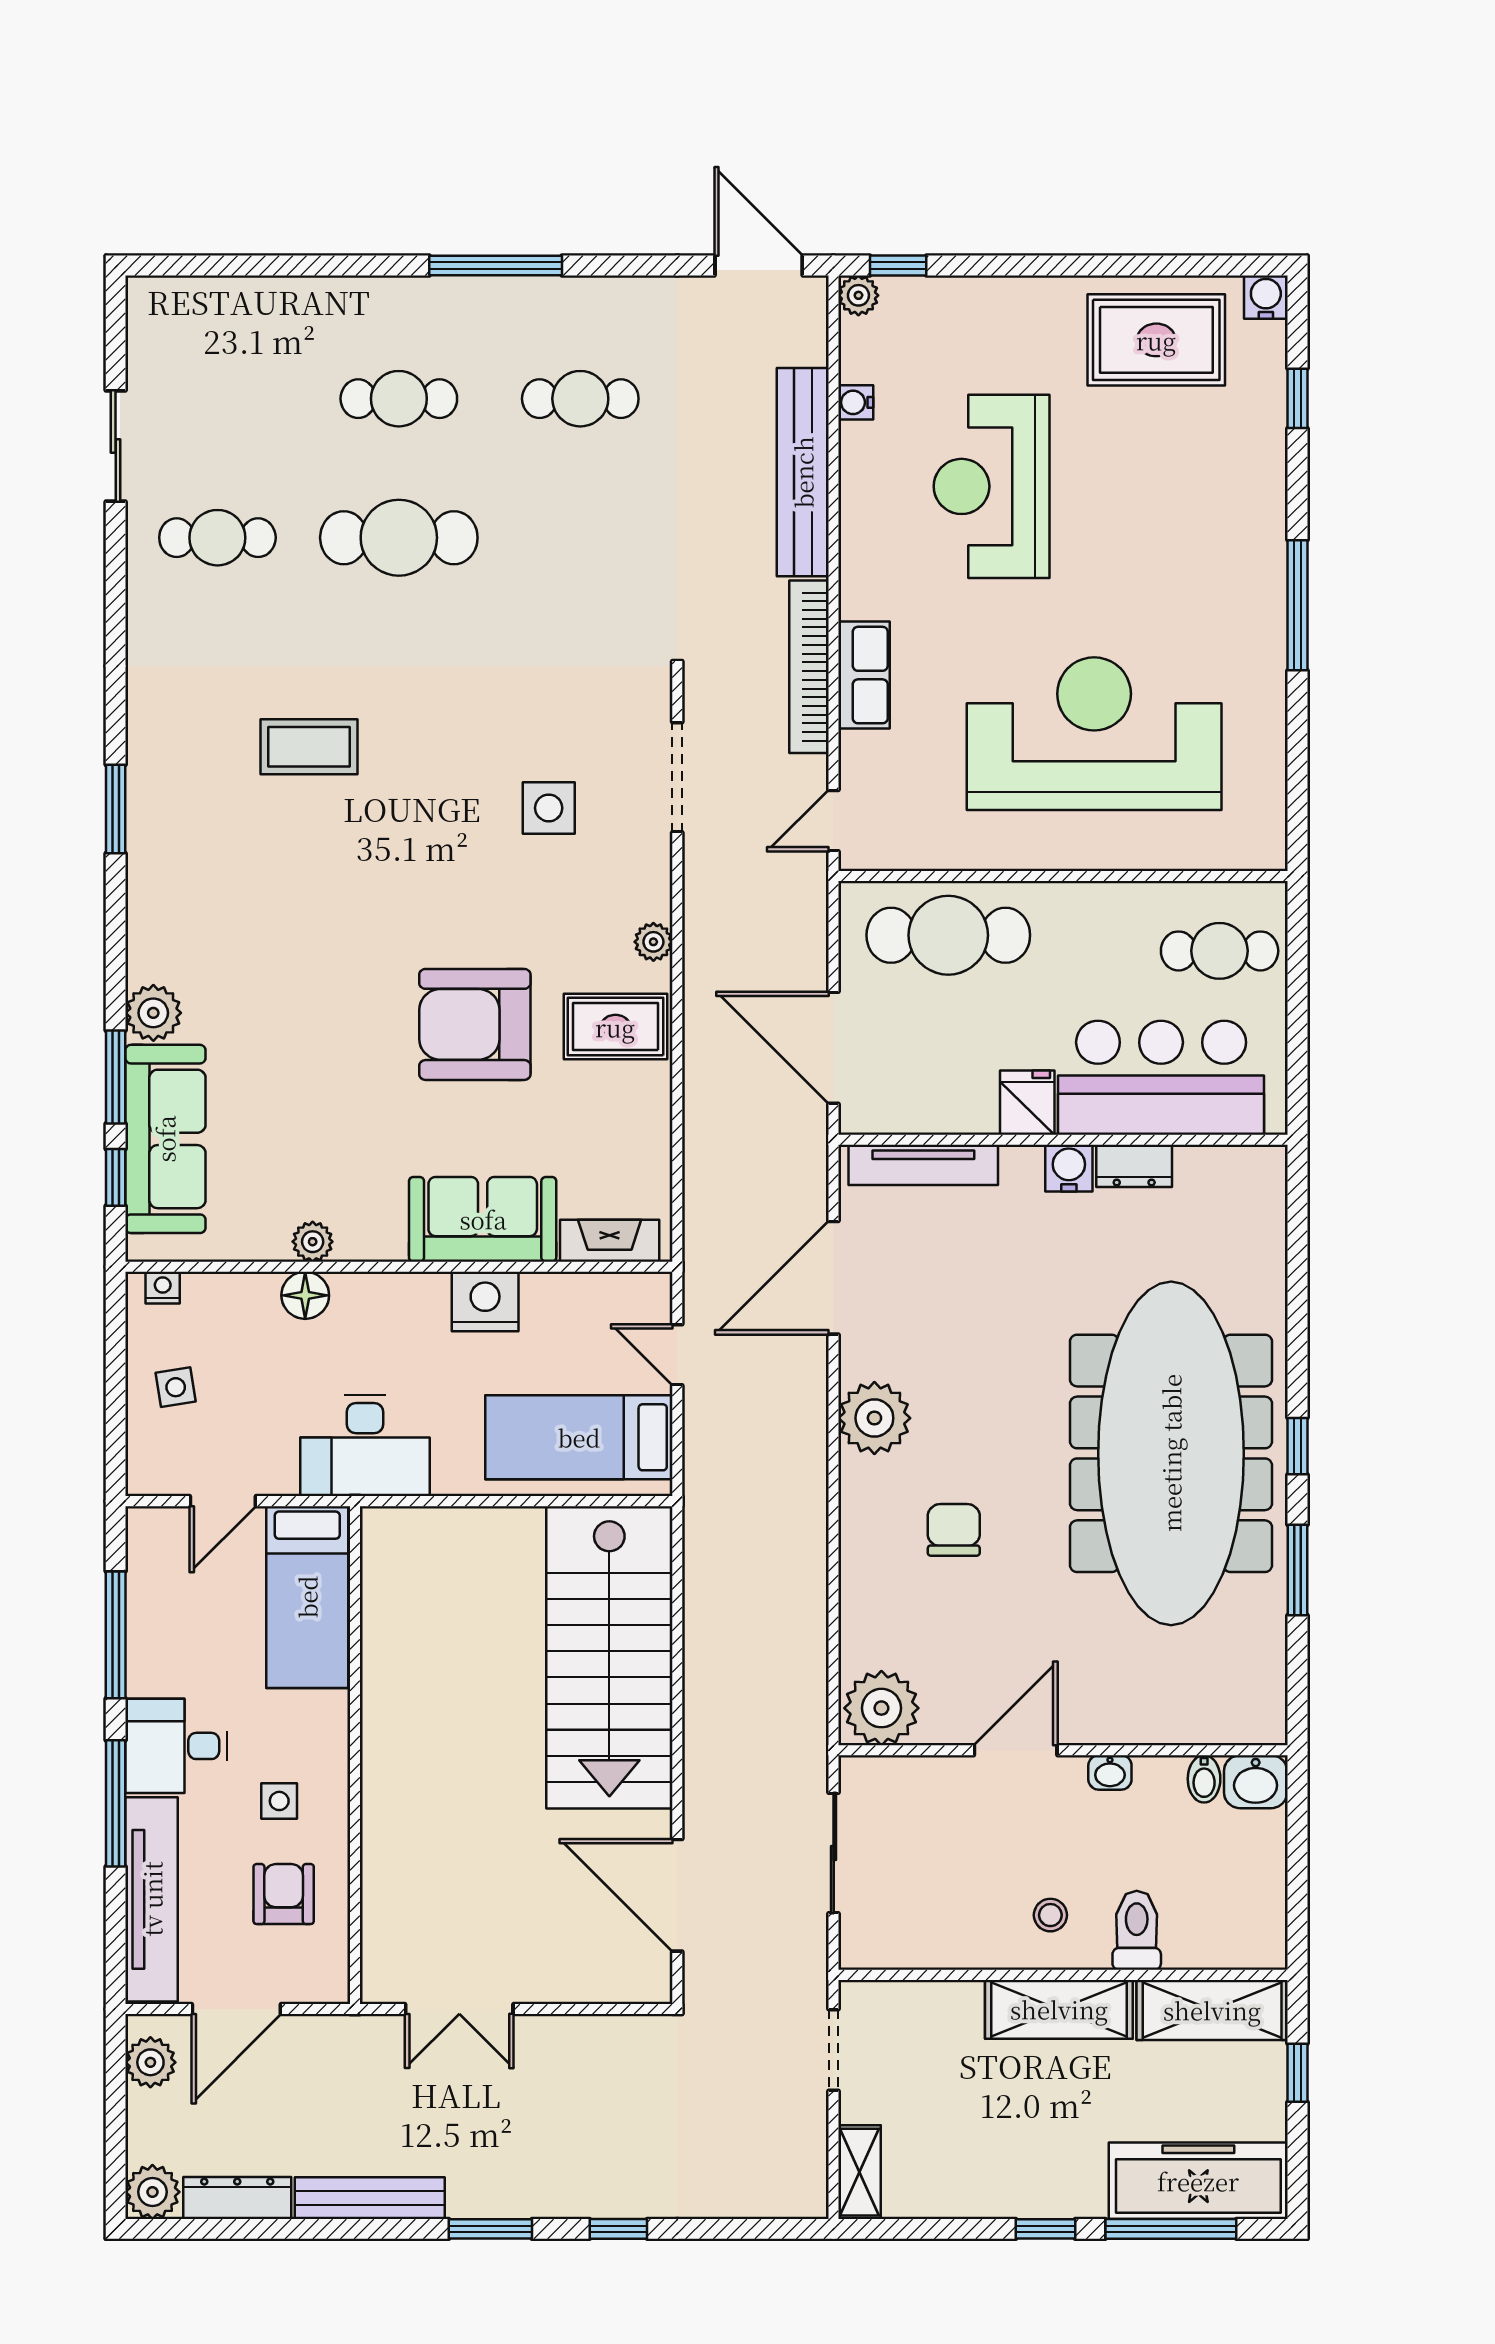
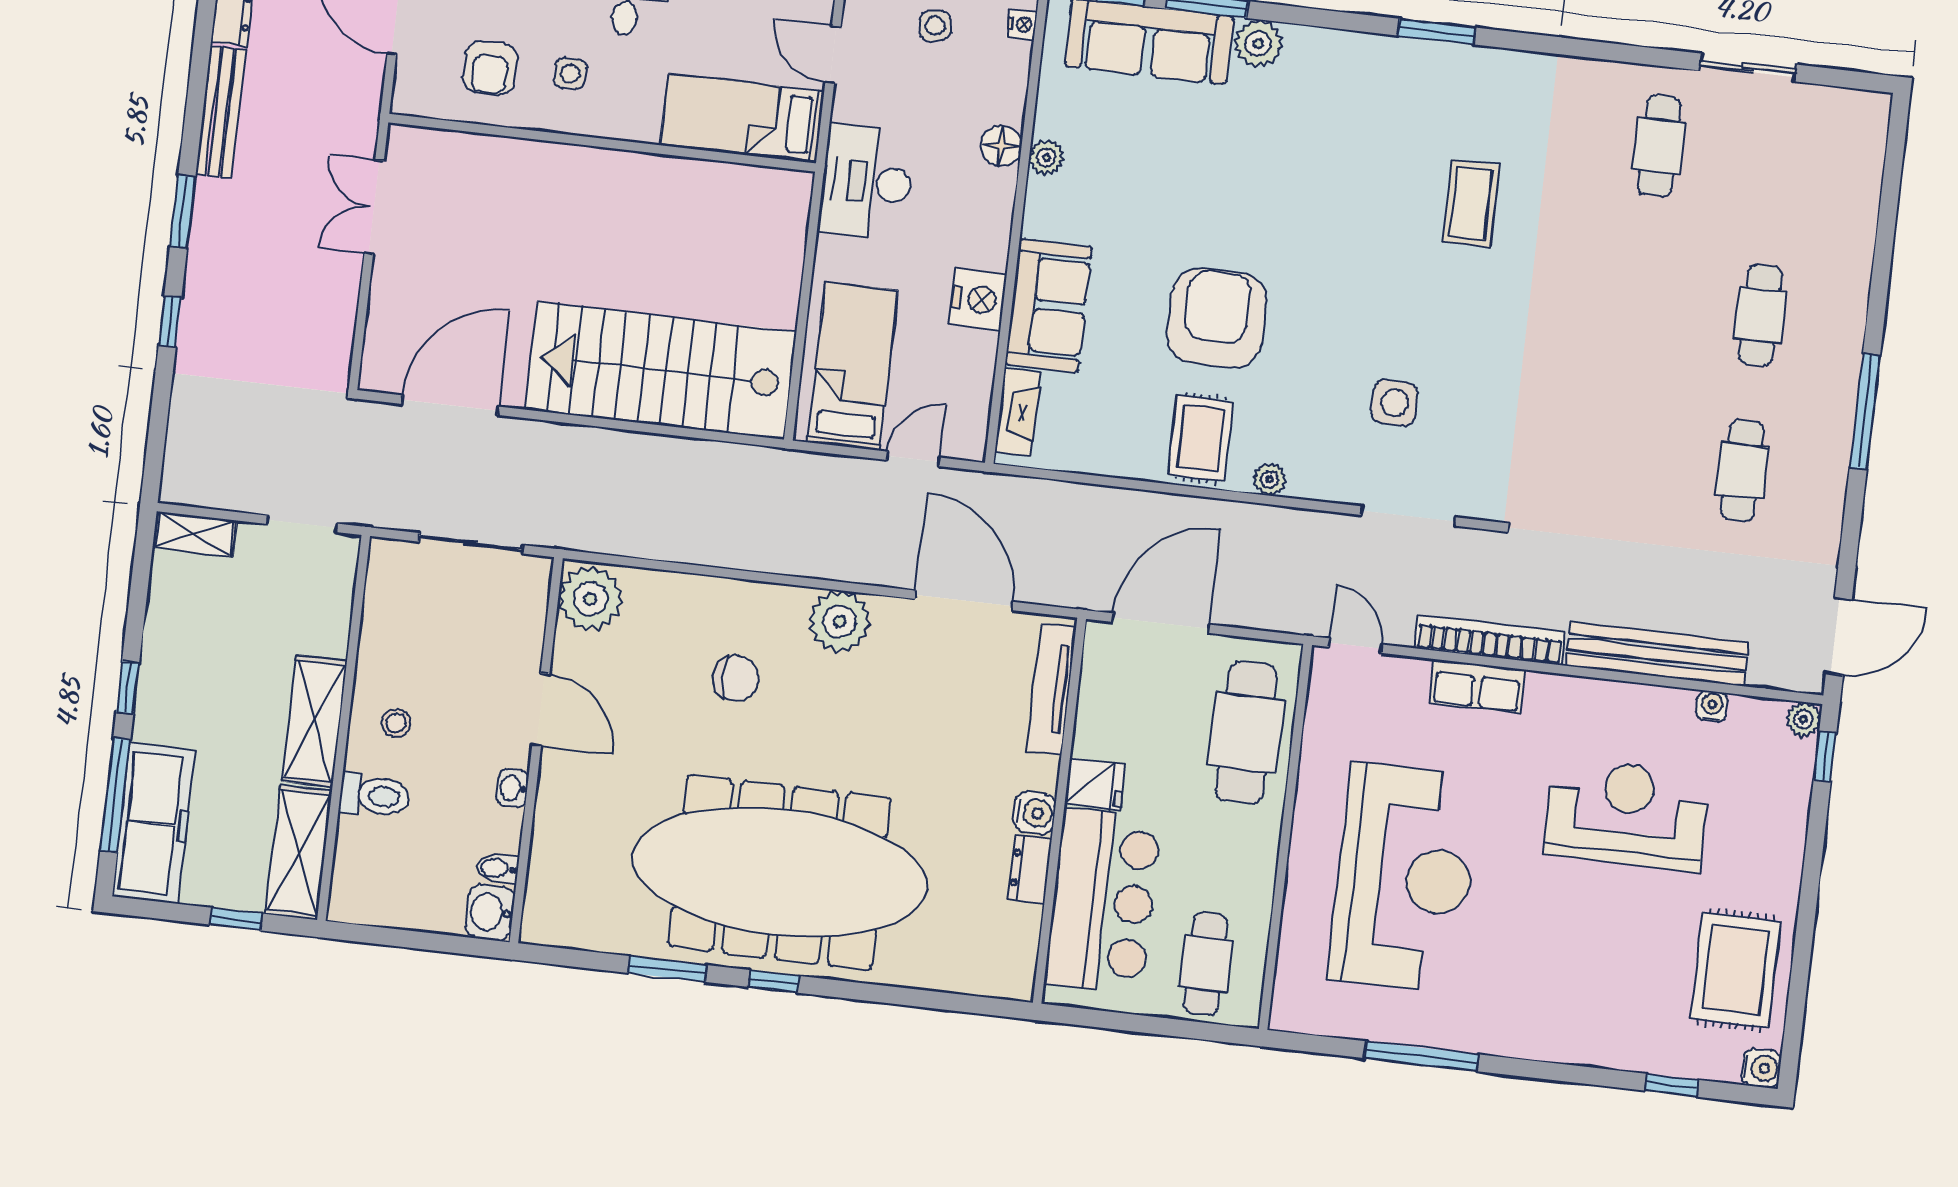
cafe table: (399, 538) -> (1641, 301), removed
window: (1297, 605) -> (1422, 1056), moved
armchair: (284, 1894) -> (490, 68), turned 90

